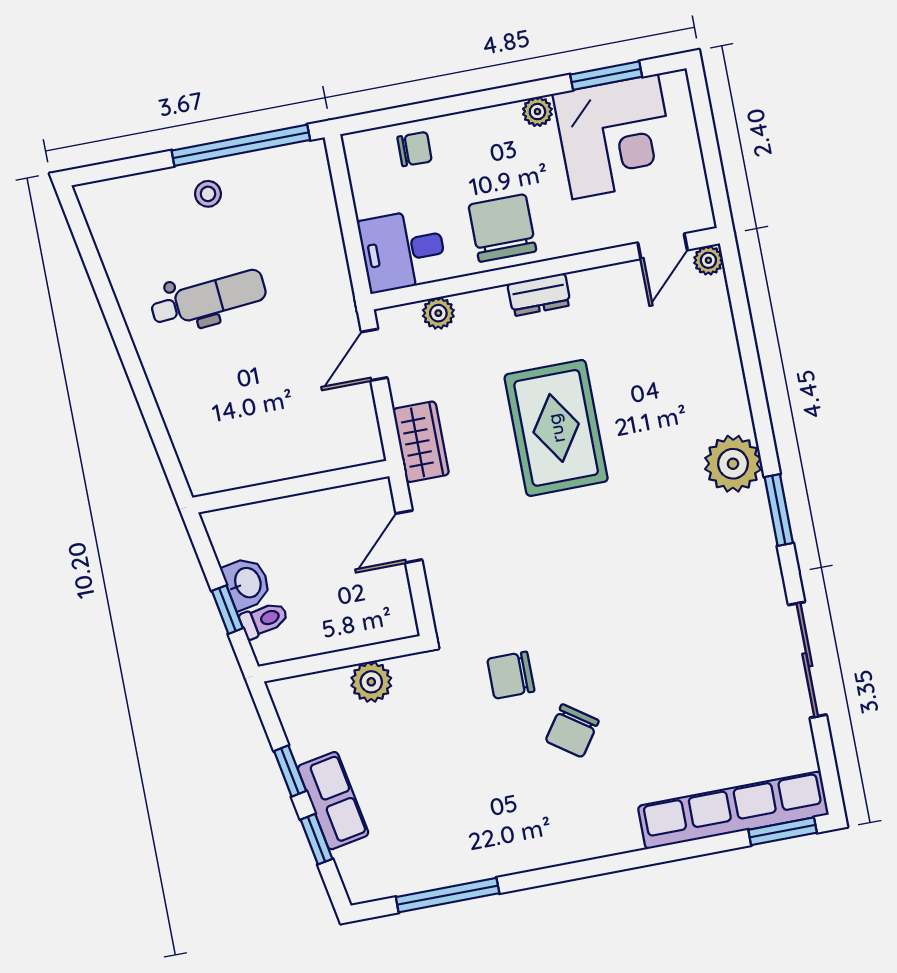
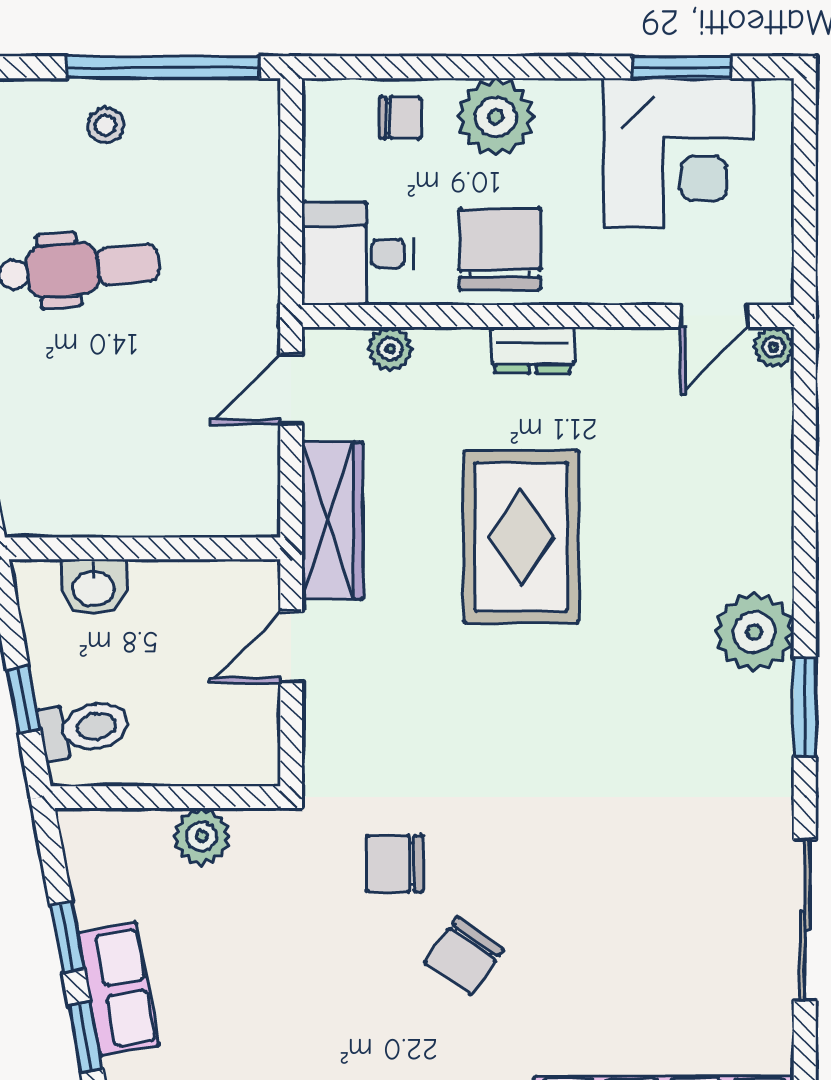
plant: (537, 112) -> (496, 117), moved, width x1.87, depth x1.87
wardrobe: (421, 442) -> (332, 521), width x1.50
washbasin: (247, 583) -> (94, 587), moved, turned 100
toilet: (264, 620) -> (84, 728), width x1.37, depth x1.39

